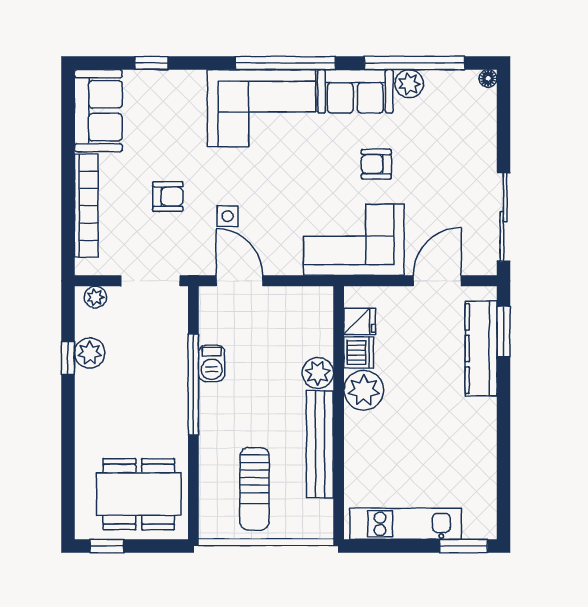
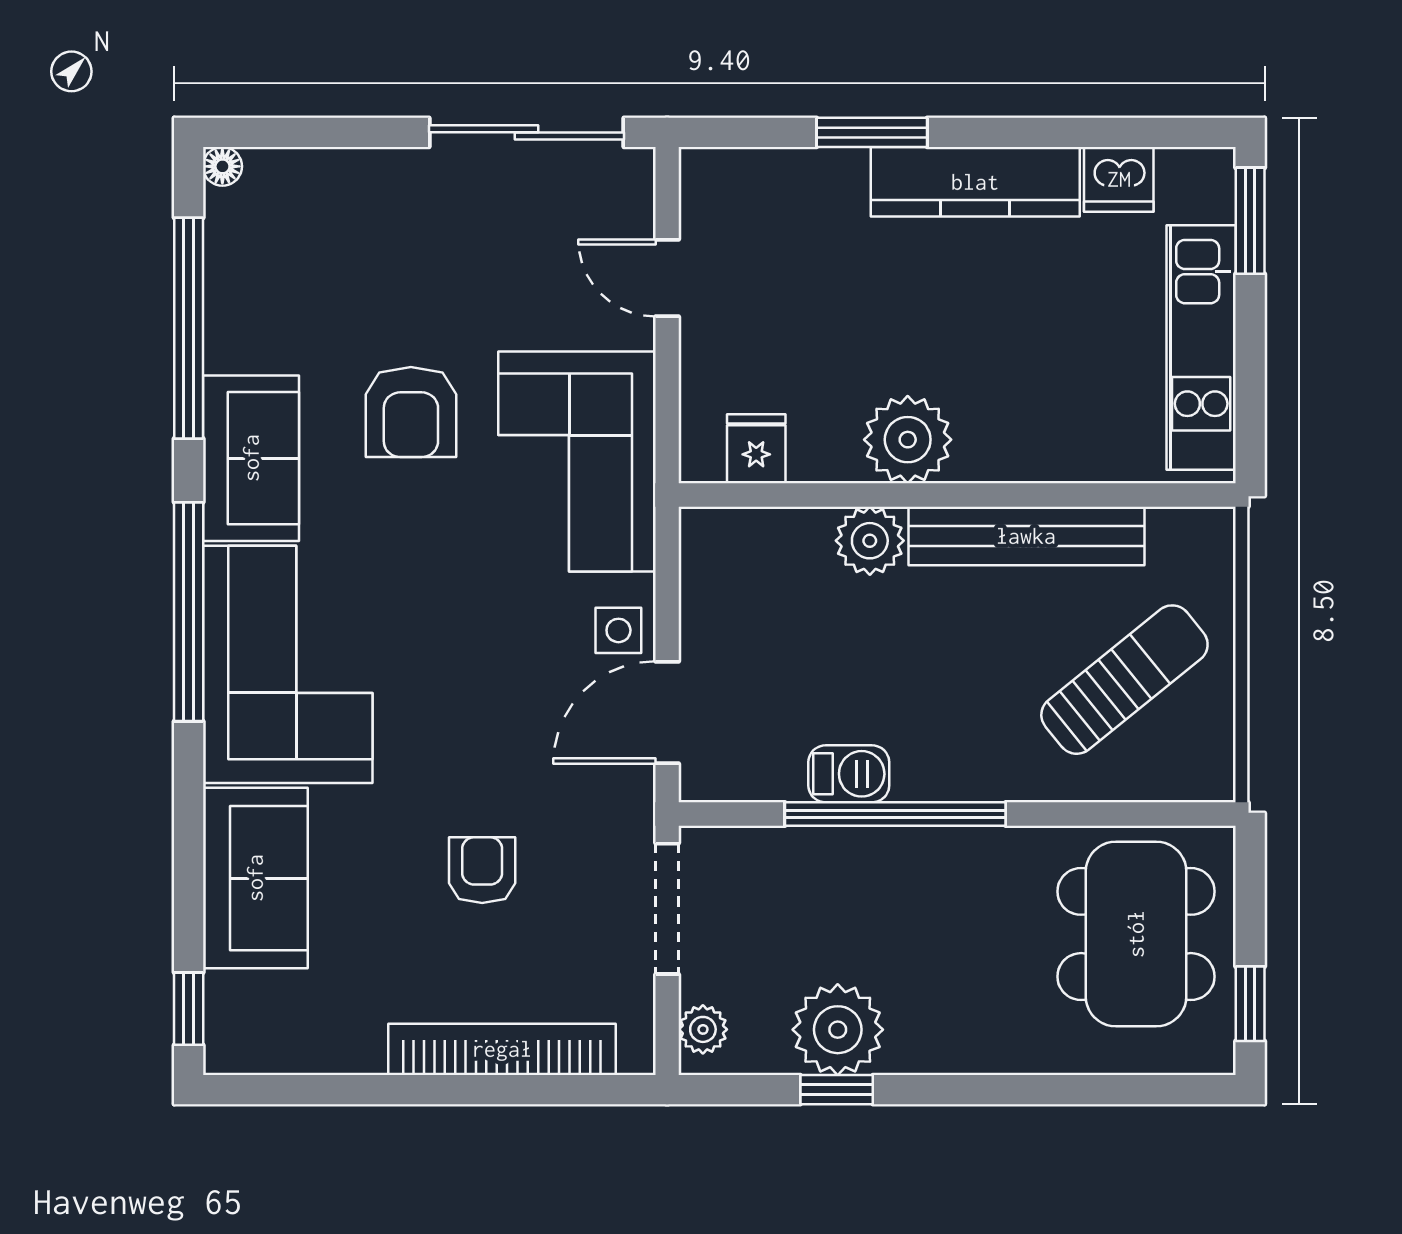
window: (151, 63) -> (189, 1009), moved
plant: (409, 84) -> (234, 340), removed
sofa: (98, 111) -> (255, 878), moved, turned 90
armchair: (376, 164) -> (411, 412), width x1.38, depth x1.38
side table: (228, 216) -> (618, 630), moved
door: (437, 281) -> (667, 278), width x0.73
window: (504, 332) -> (872, 132), moved
kitchen counter: (481, 349) -> (975, 182), moved
dishwasher: (359, 352) -> (1119, 179), moved, turned 180
plant: (90, 353) -> (838, 1030), width x1.36, depth x1.36
sun lounger: (255, 489) -> (1124, 680), turned -39

